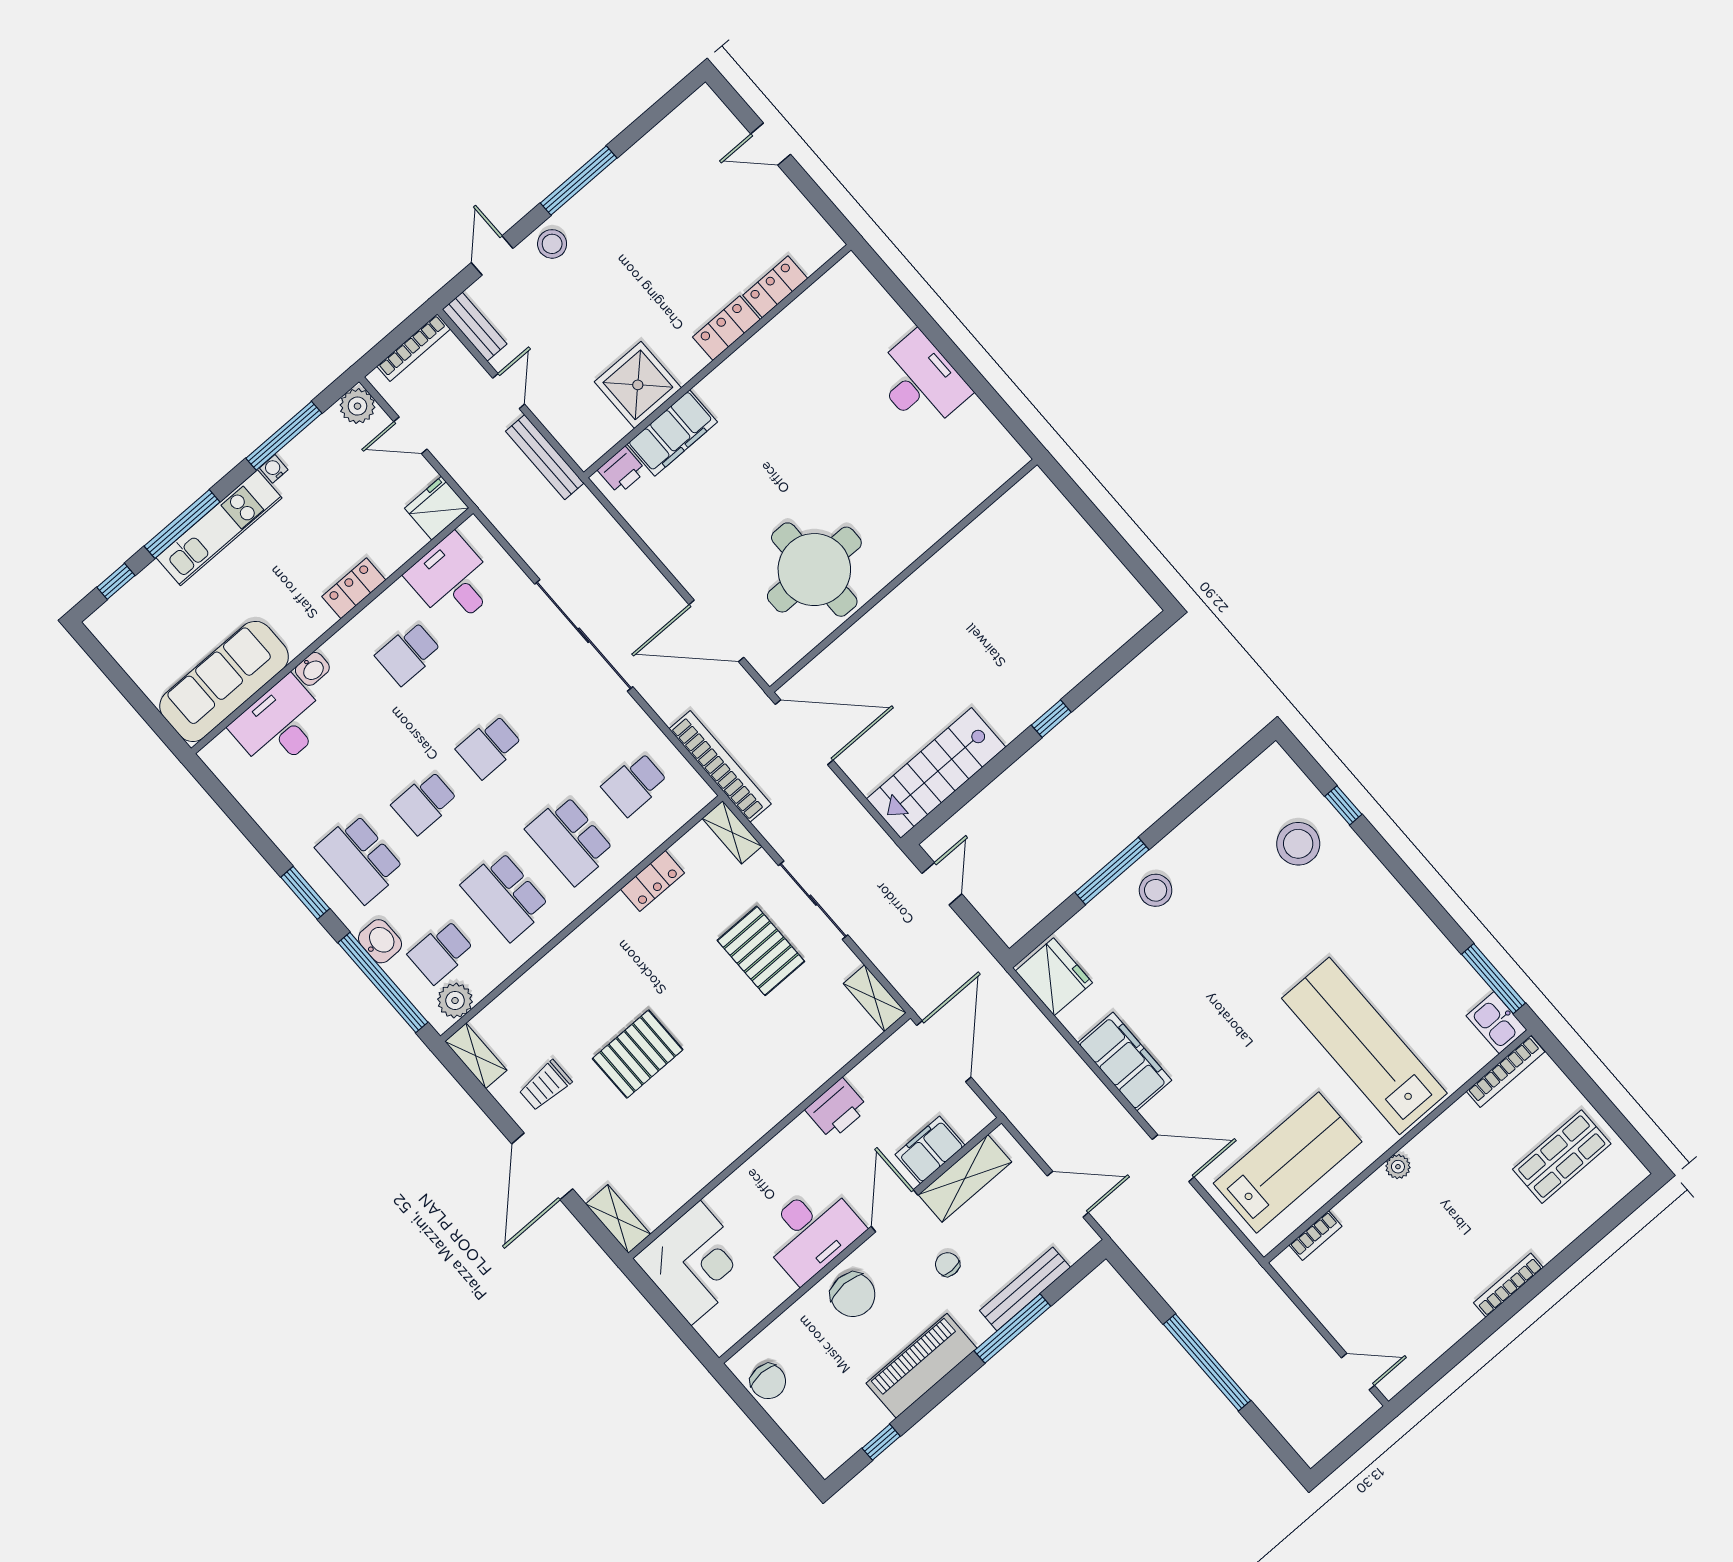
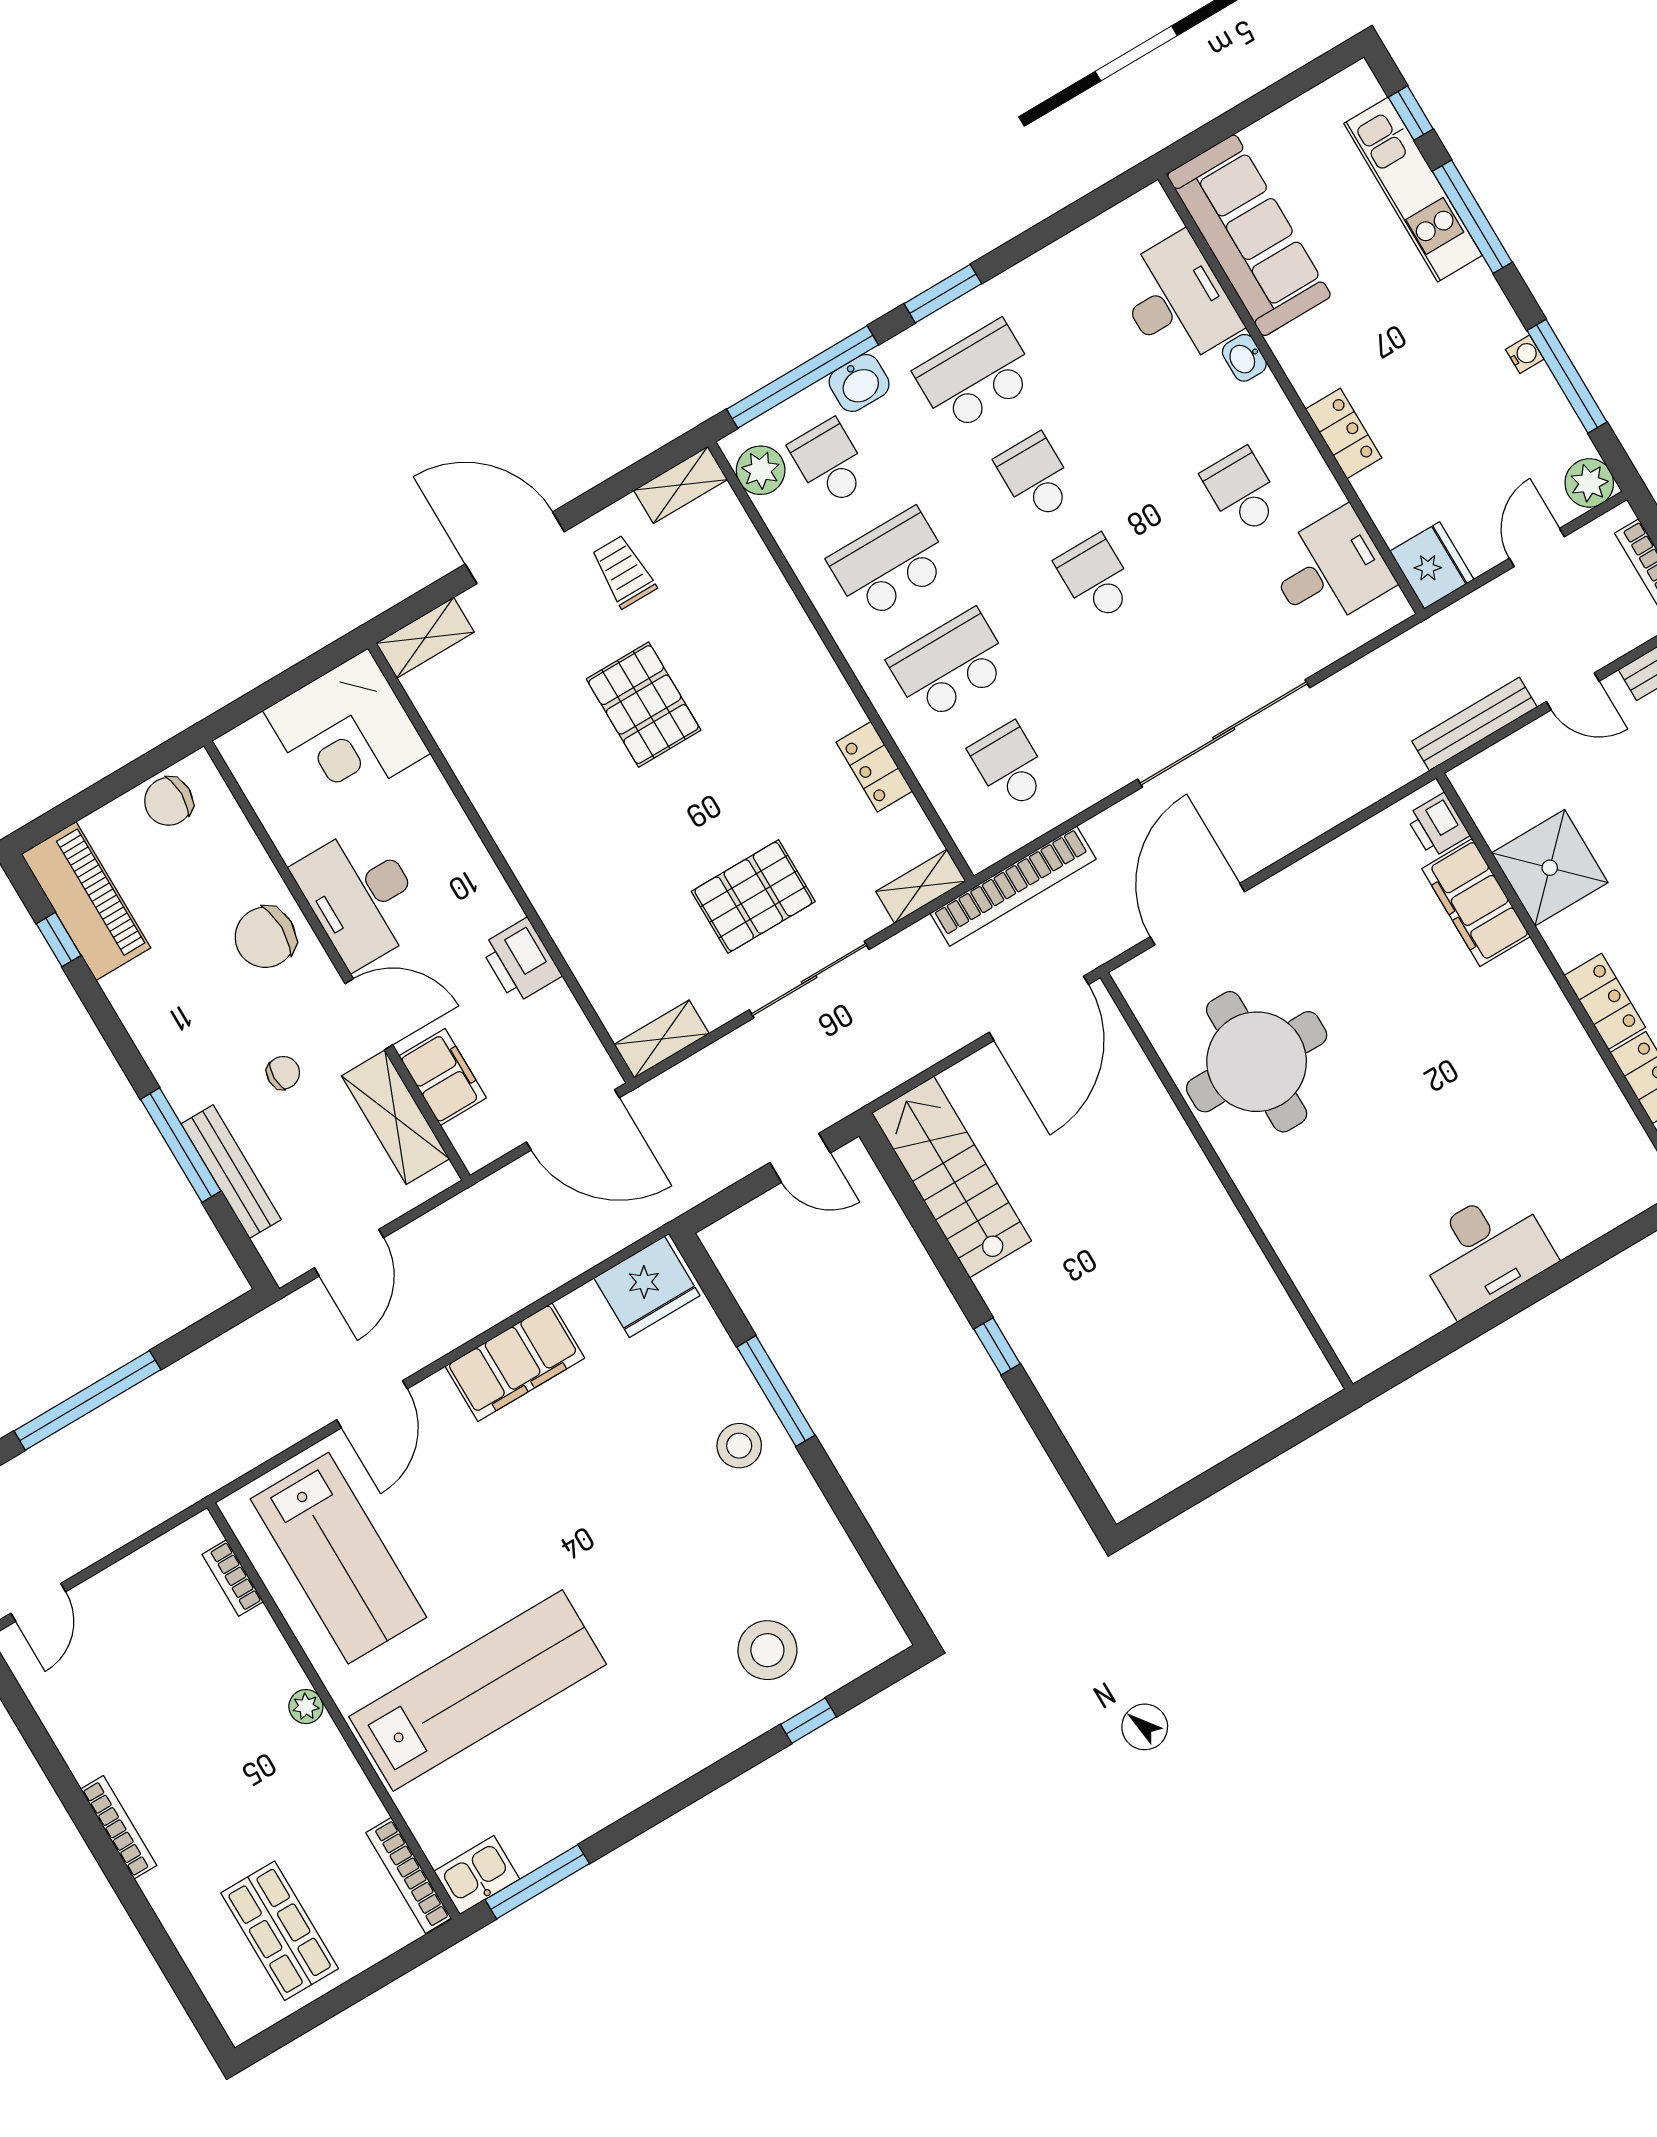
kitchen unit: (219, 528) -> (1413, 189), moved
piano: (922, 1366) -> (86, 901), moved

